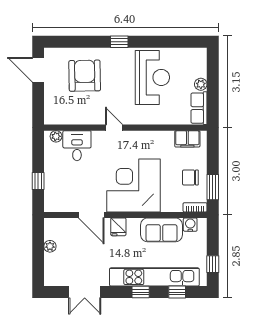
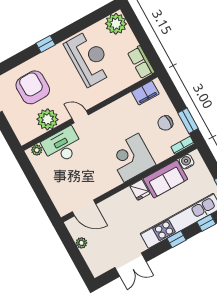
plant: (201, 84) -> (116, 24), moved, width x1.88, depth x1.88
plant: (82, 113) -> (47, 119), added
desk: (77, 146) -> (62, 146), width x1.37
window: (38, 181) -> (42, 195), removed
corner desk: (134, 185) -> (131, 158), width x0.74, depth x0.74
door: (91, 215) -> (84, 208), moved
fridge: (118, 227) -> (140, 190), moved

